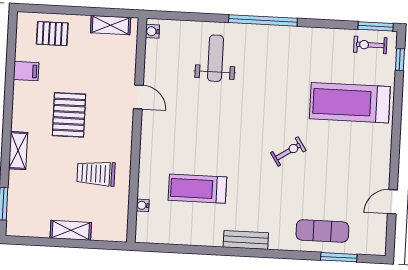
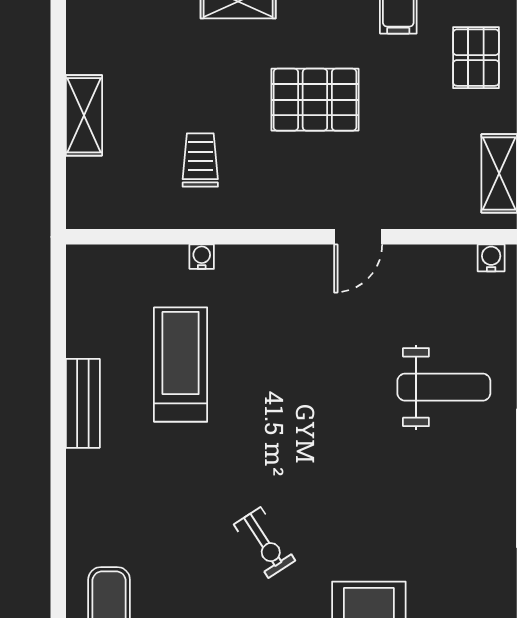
trolley: (96, 174) -> (200, 160), width x0.73, depth x0.72
water cooler: (143, 205) -> (202, 257), moved
bench: (246, 240) -> (83, 403), moved

